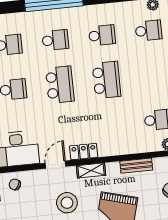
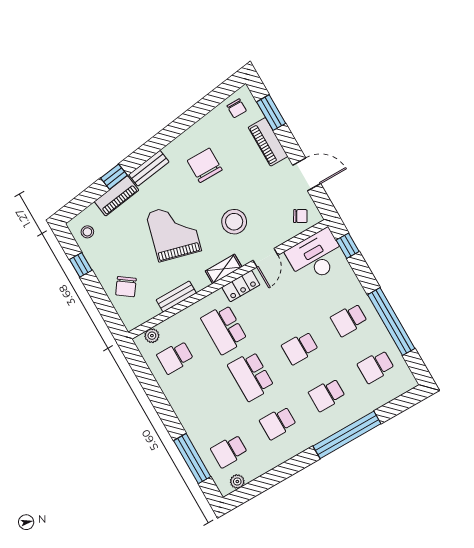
school desk: (60, 85) -> (300, 348), width x0.54
school desk: (111, 125) -> (224, 329), added

